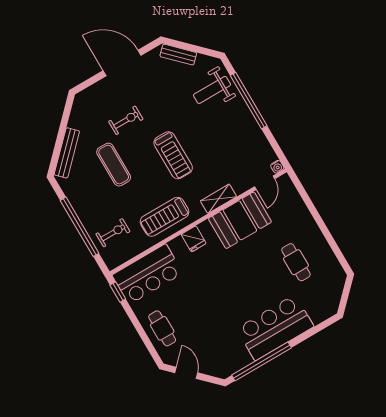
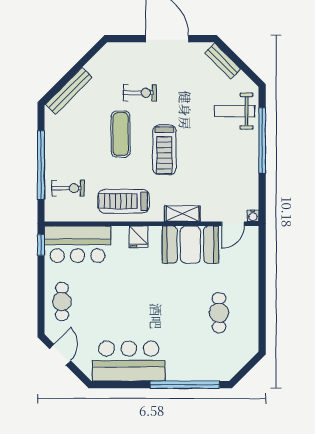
exercise mat: (114, 165) -> (121, 134), moved
bar counter: (275, 328) -> (129, 361), moved
window: (262, 361) -> (185, 385), moved

